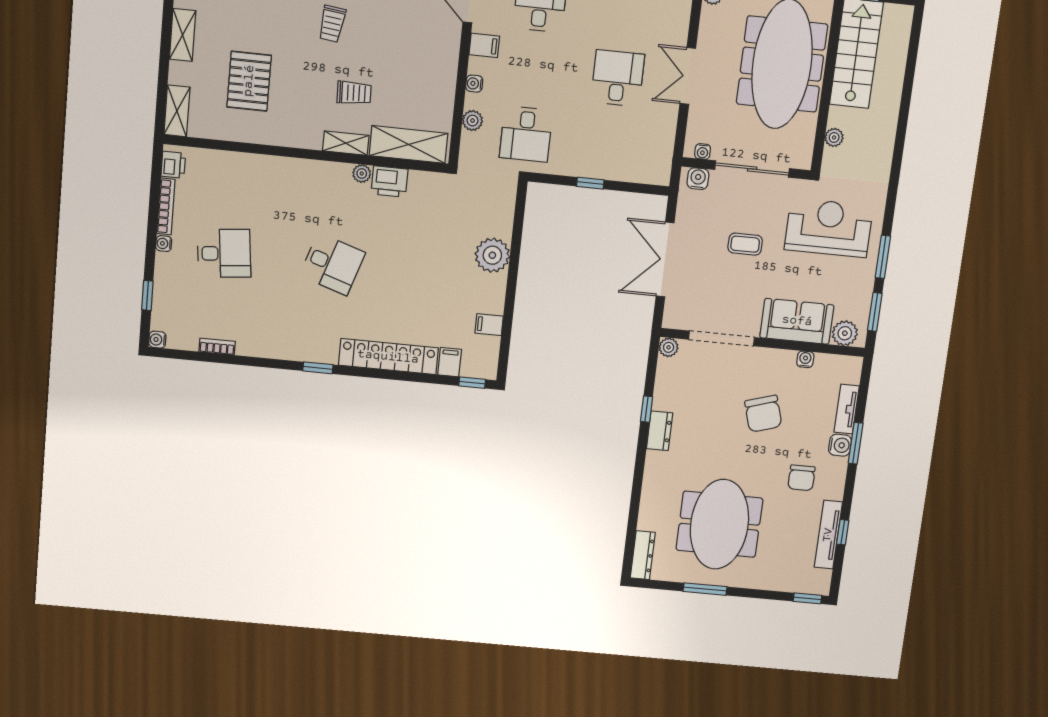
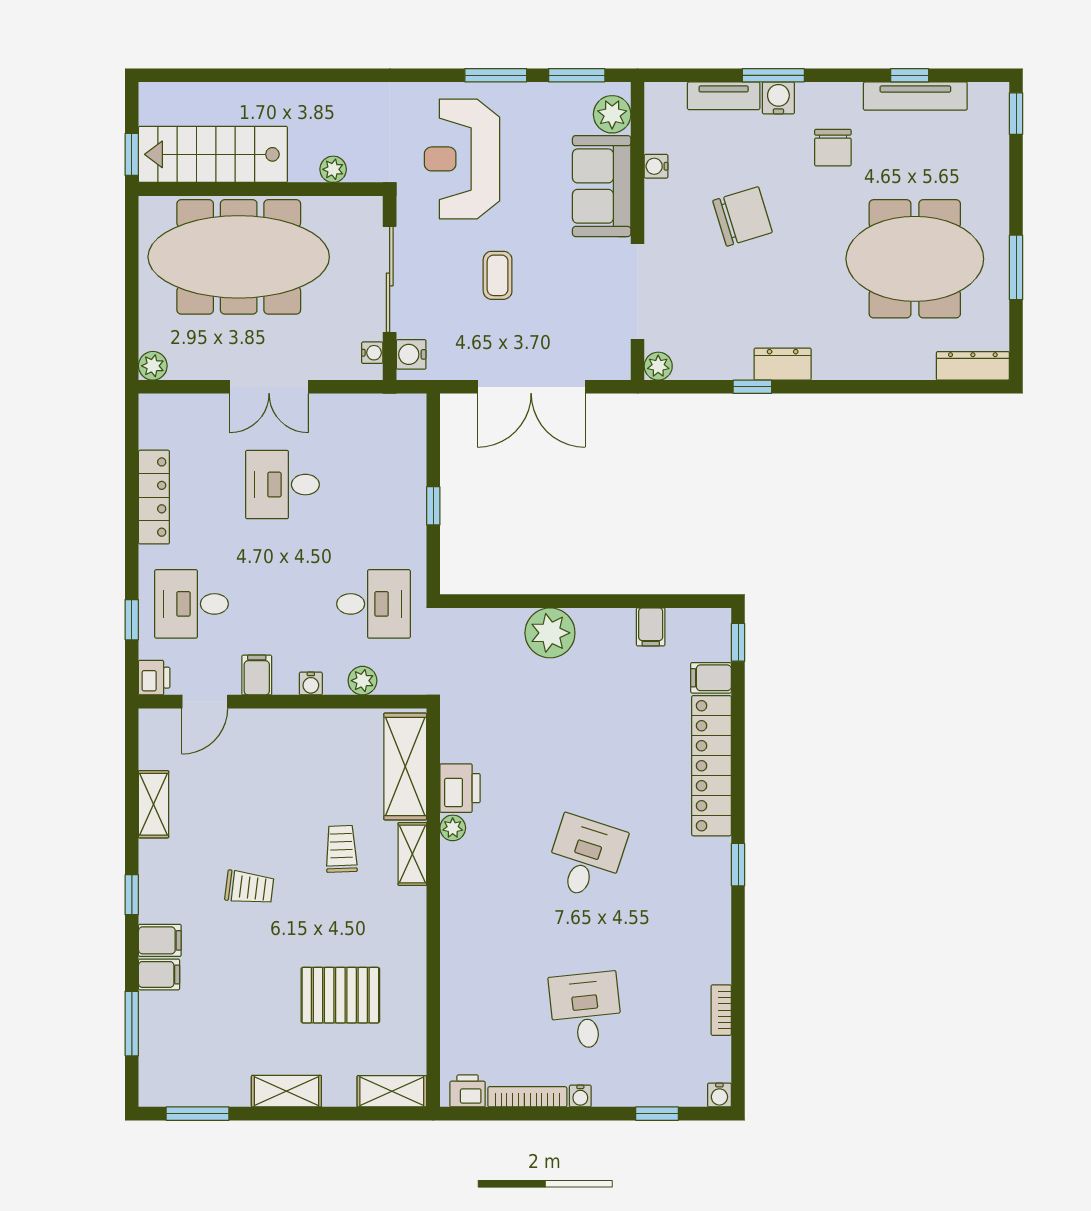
chair: (801, 478) -> (833, 148), turned 90

